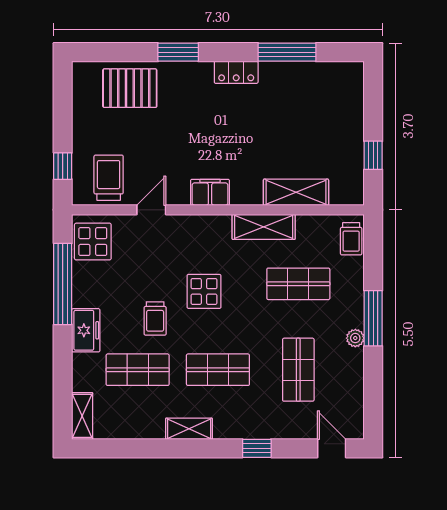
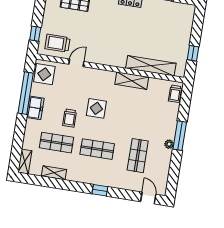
trolley: (109, 178) -> (57, 43), turned -90
filing cabinet: (210, 192) -> (107, 59), removed
shelving: (296, 192) -> (151, 66), width x1.47
shop shelf: (298, 284) -> (145, 112), removed
freezer: (86, 330) -> (35, 108), moved
shelving: (189, 429) -> (54, 173), moved
window: (257, 448) -> (100, 190), moved

